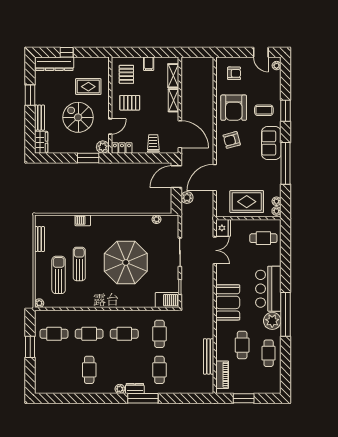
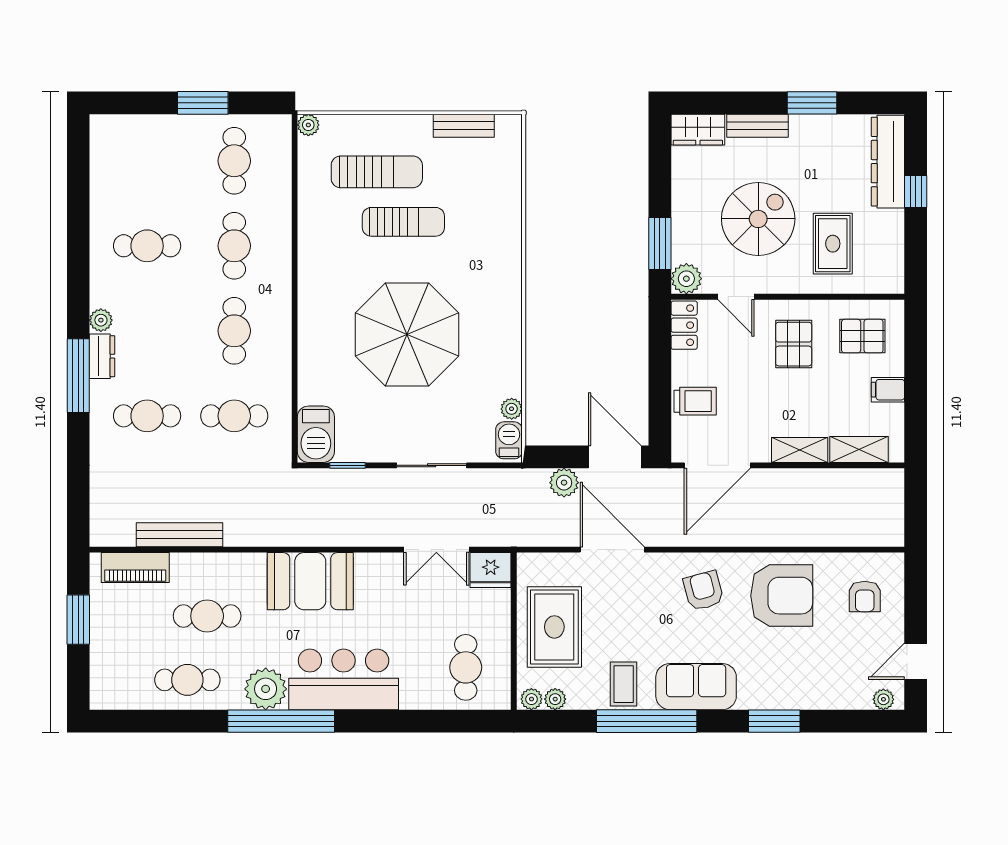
armchair: (234, 108) -> (782, 596), turned 180
coffee table: (264, 110) -> (624, 684), moved
barbecue: (83, 220) -> (509, 440), moved

